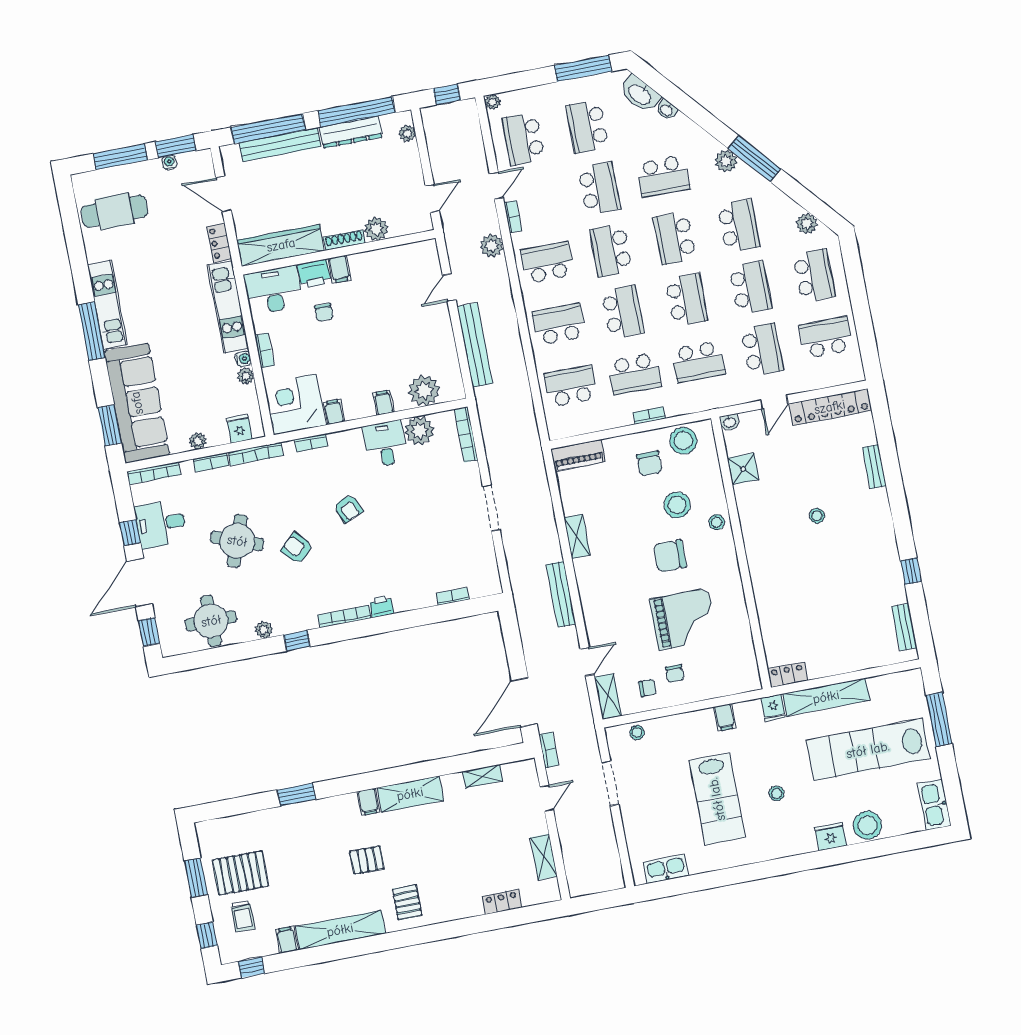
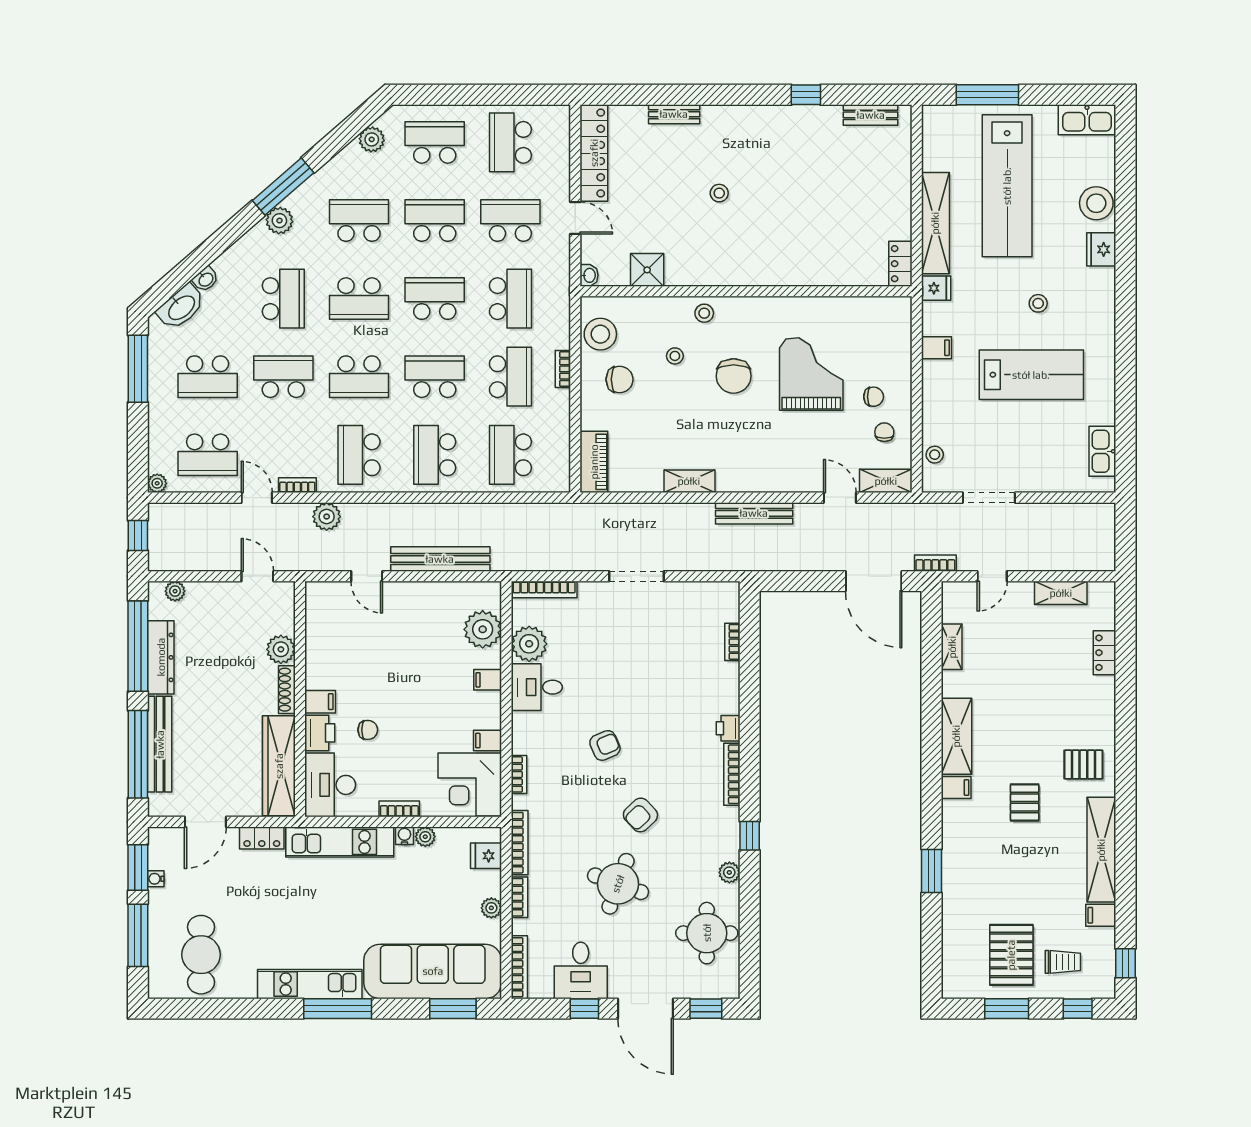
stool: (677, 505) -> (675, 356), width x0.53, depth x0.53
door: (547, 798) -> (992, 576), swing flipped

